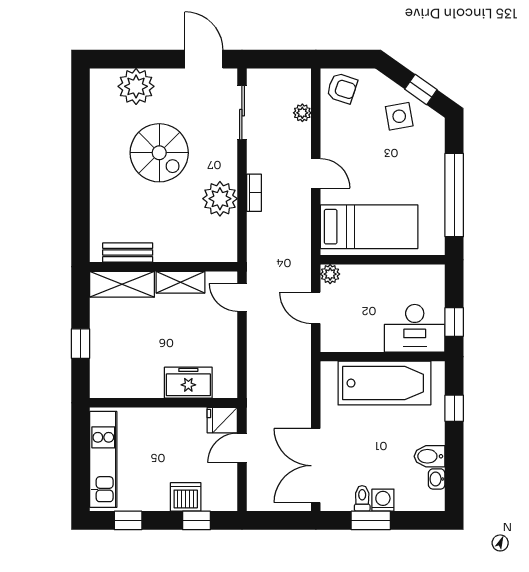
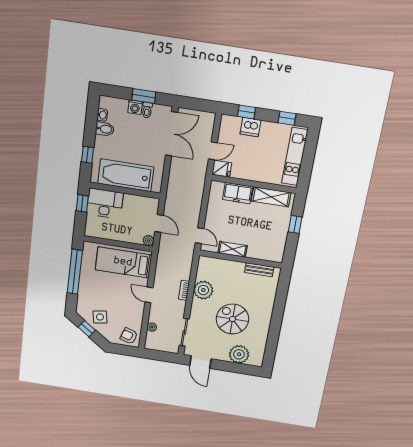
shelving: (122, 284) -> (271, 197), moved

